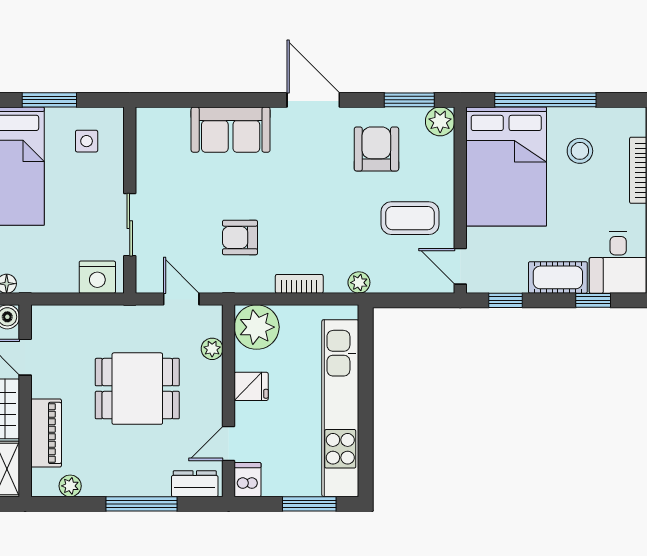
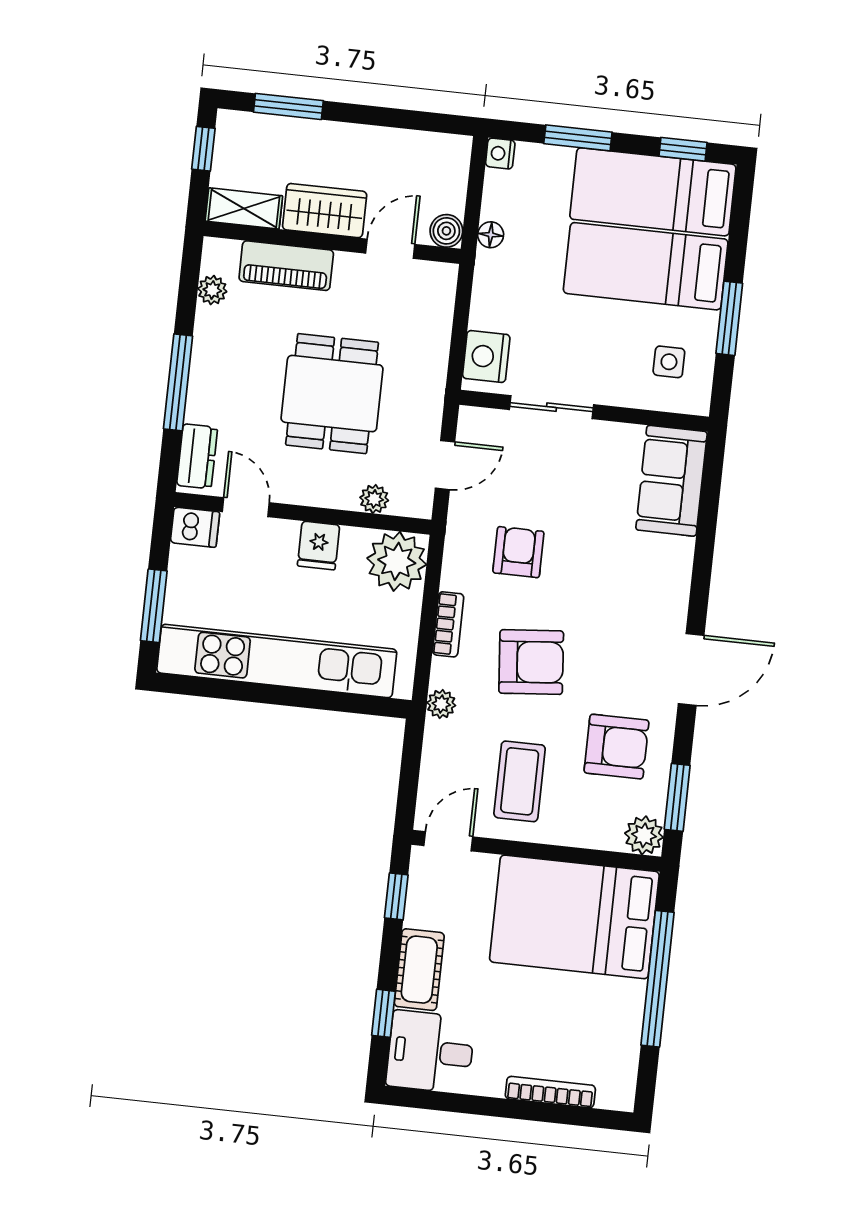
sofa: (231, 130) -> (671, 481), moved
stool: (580, 151) -> (585, 1017), removed
armchair: (321, 219) -> (531, 662), added

